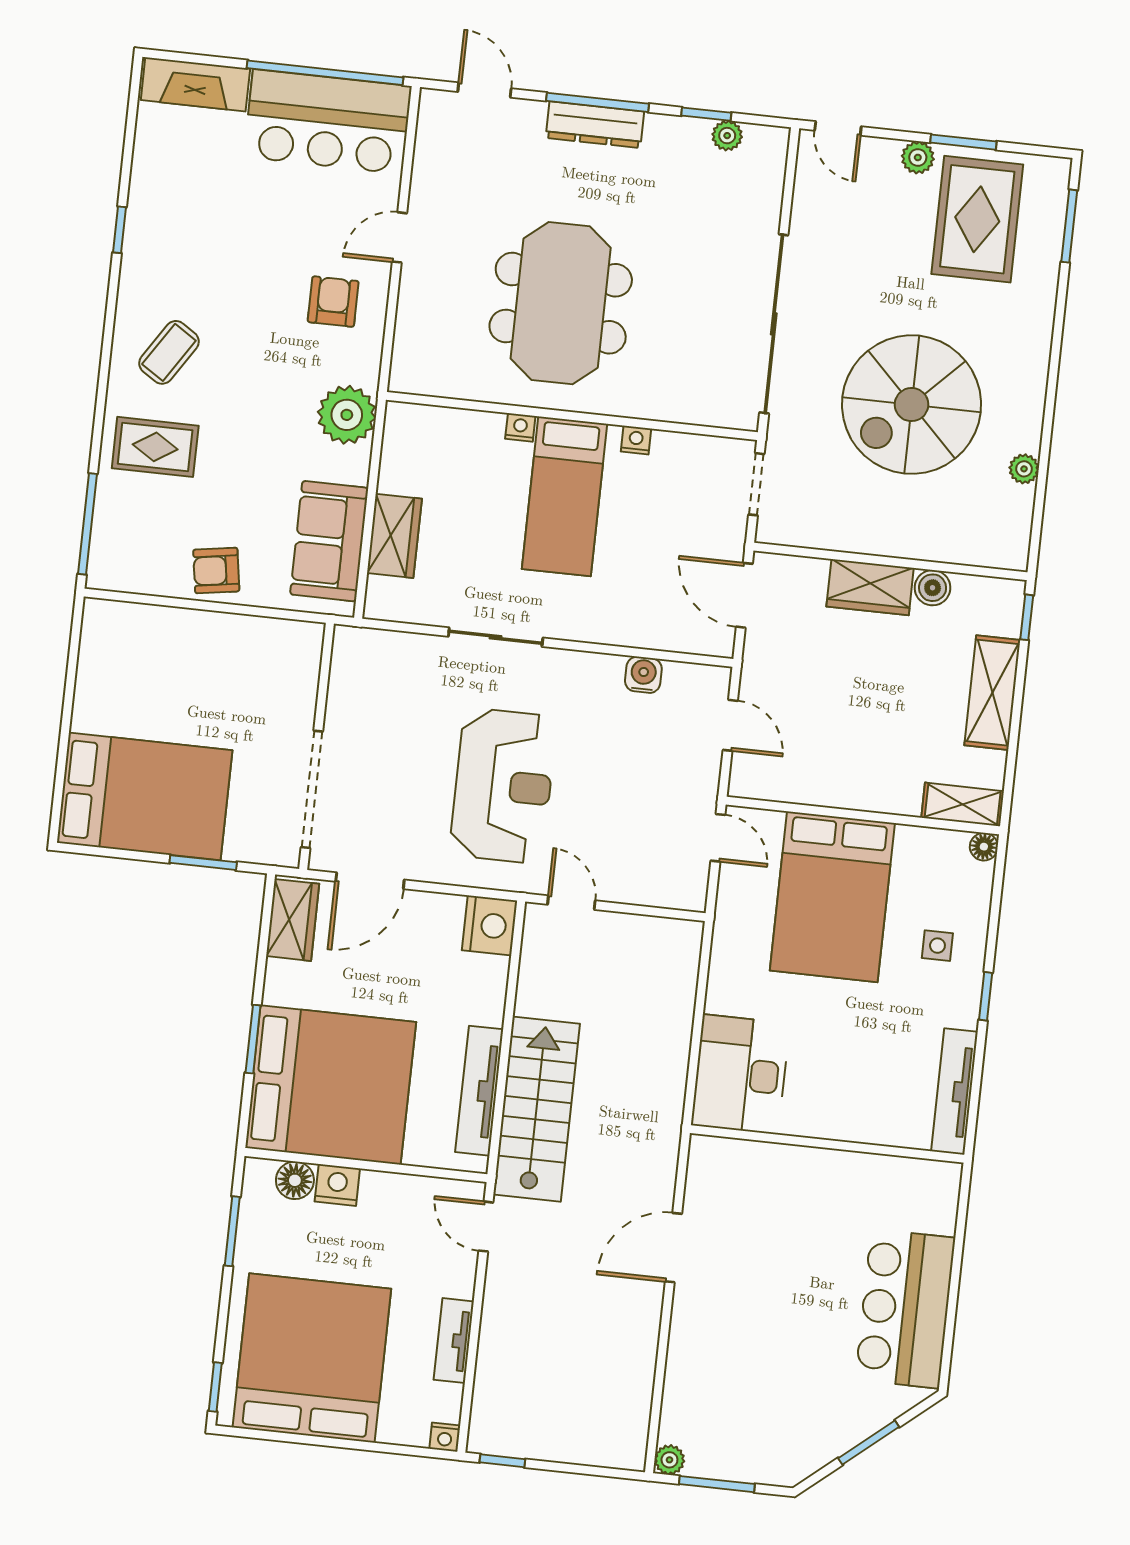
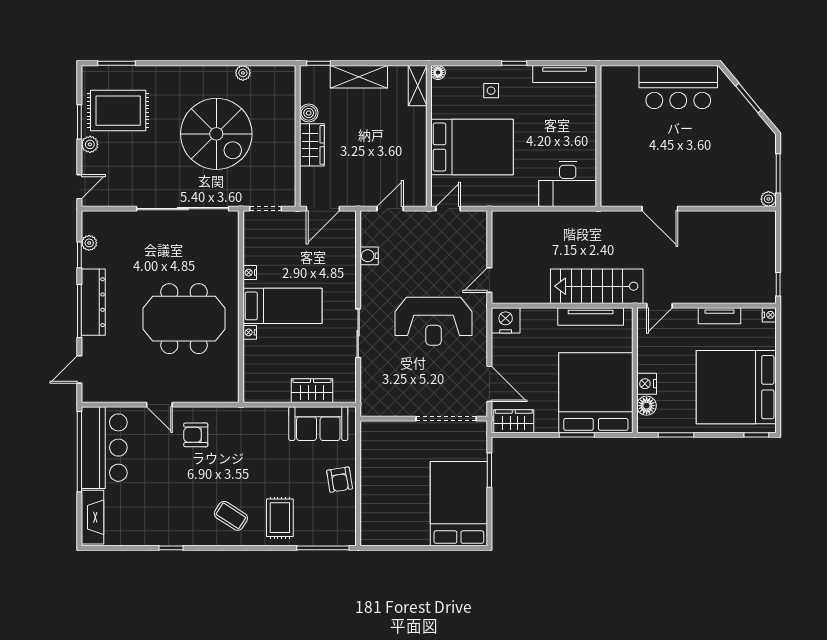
dresser: (595, 125) -> (93, 302), width x1.37, depth x1.24
plant: (347, 415) -> (253, 422), removed
reception desk: (503, 786) -> (434, 321), turned 180

